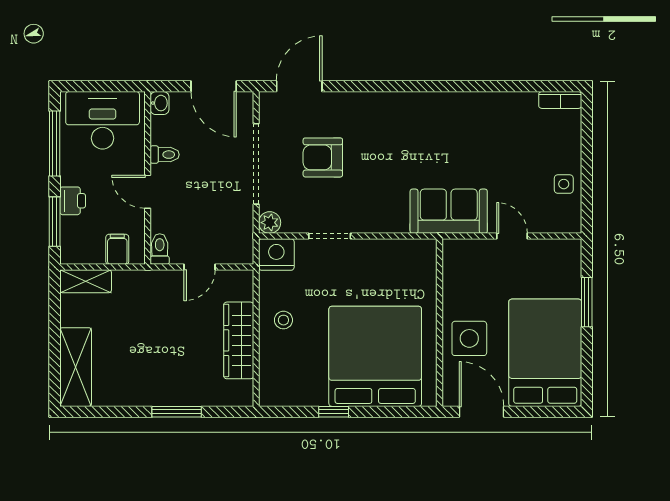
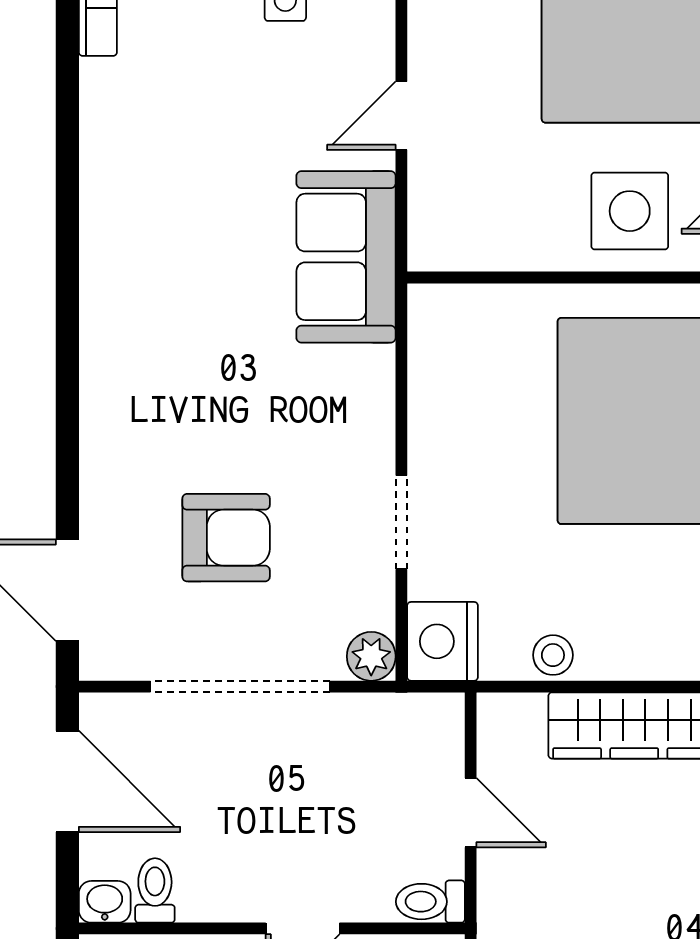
door: (214, 86) -> (67, 781), hinge flipped
toilet: (165, 155) -> (155, 890), moved
armchair: (323, 157) -> (226, 538), turned -90
stool: (283, 320) -> (553, 655), moved

